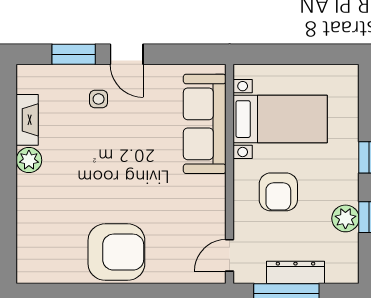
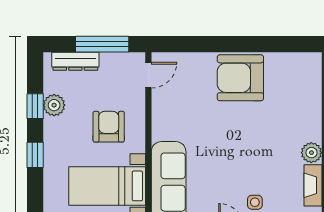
dresser: (295, 272) -> (75, 61), moved

